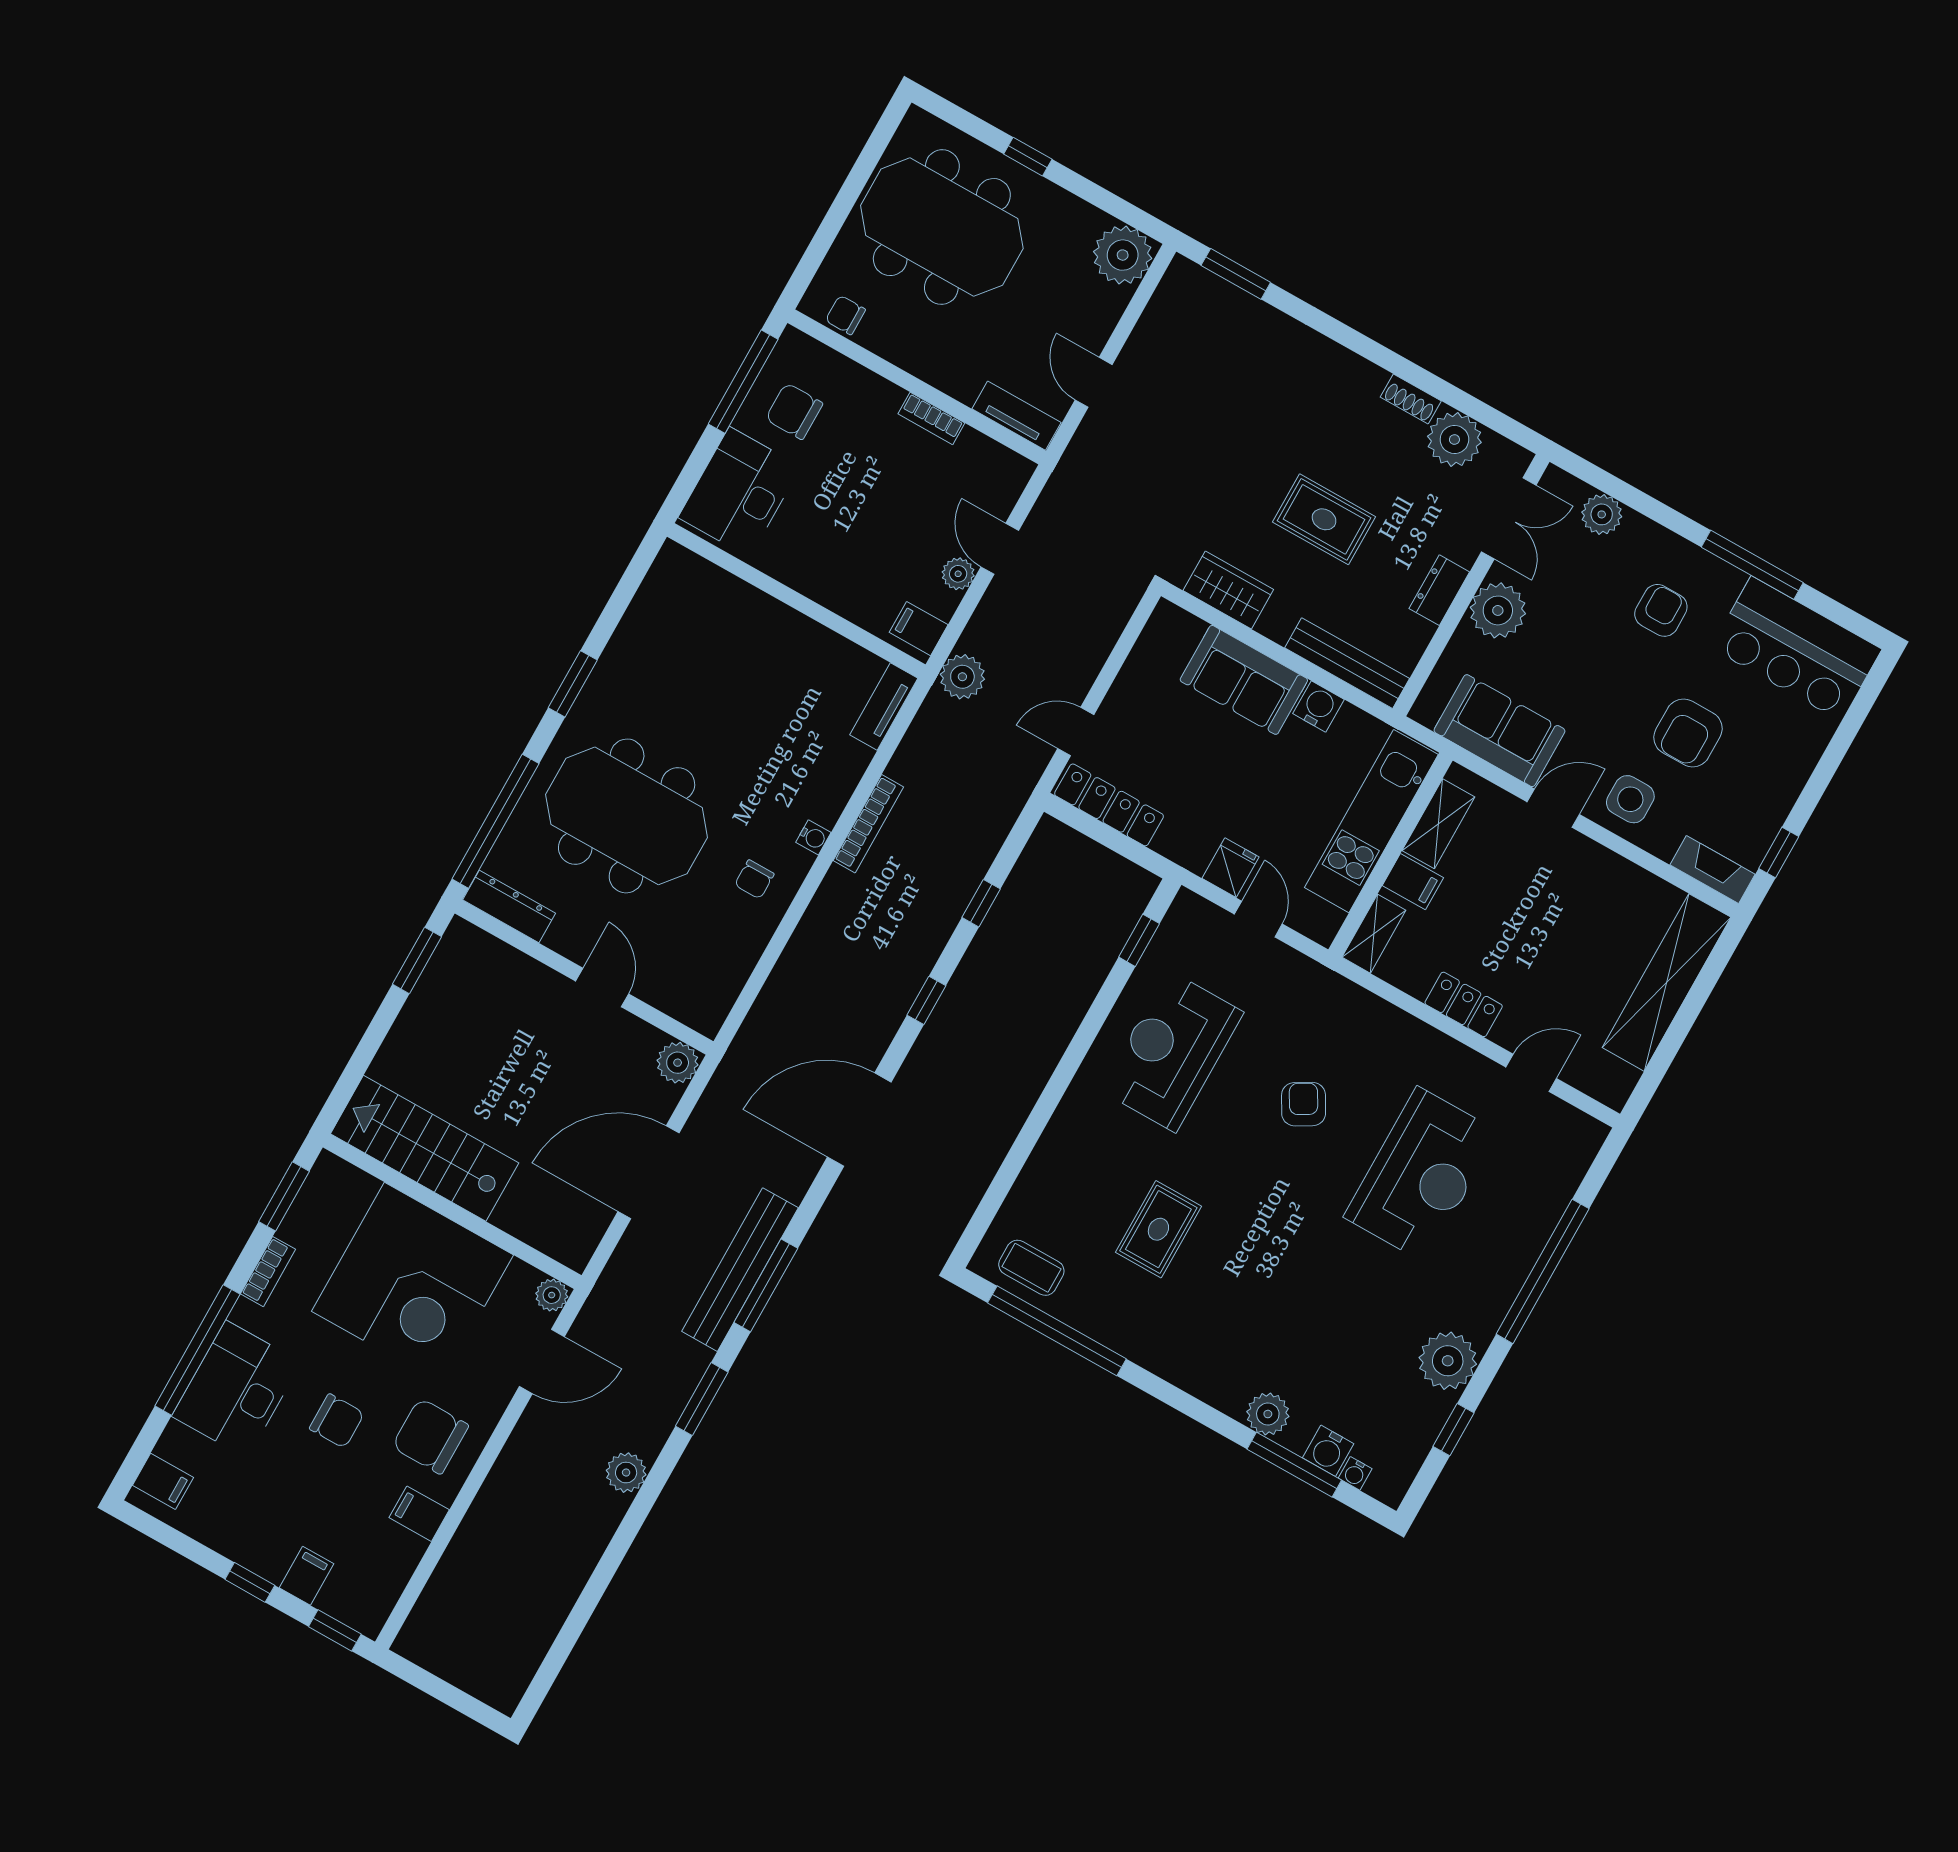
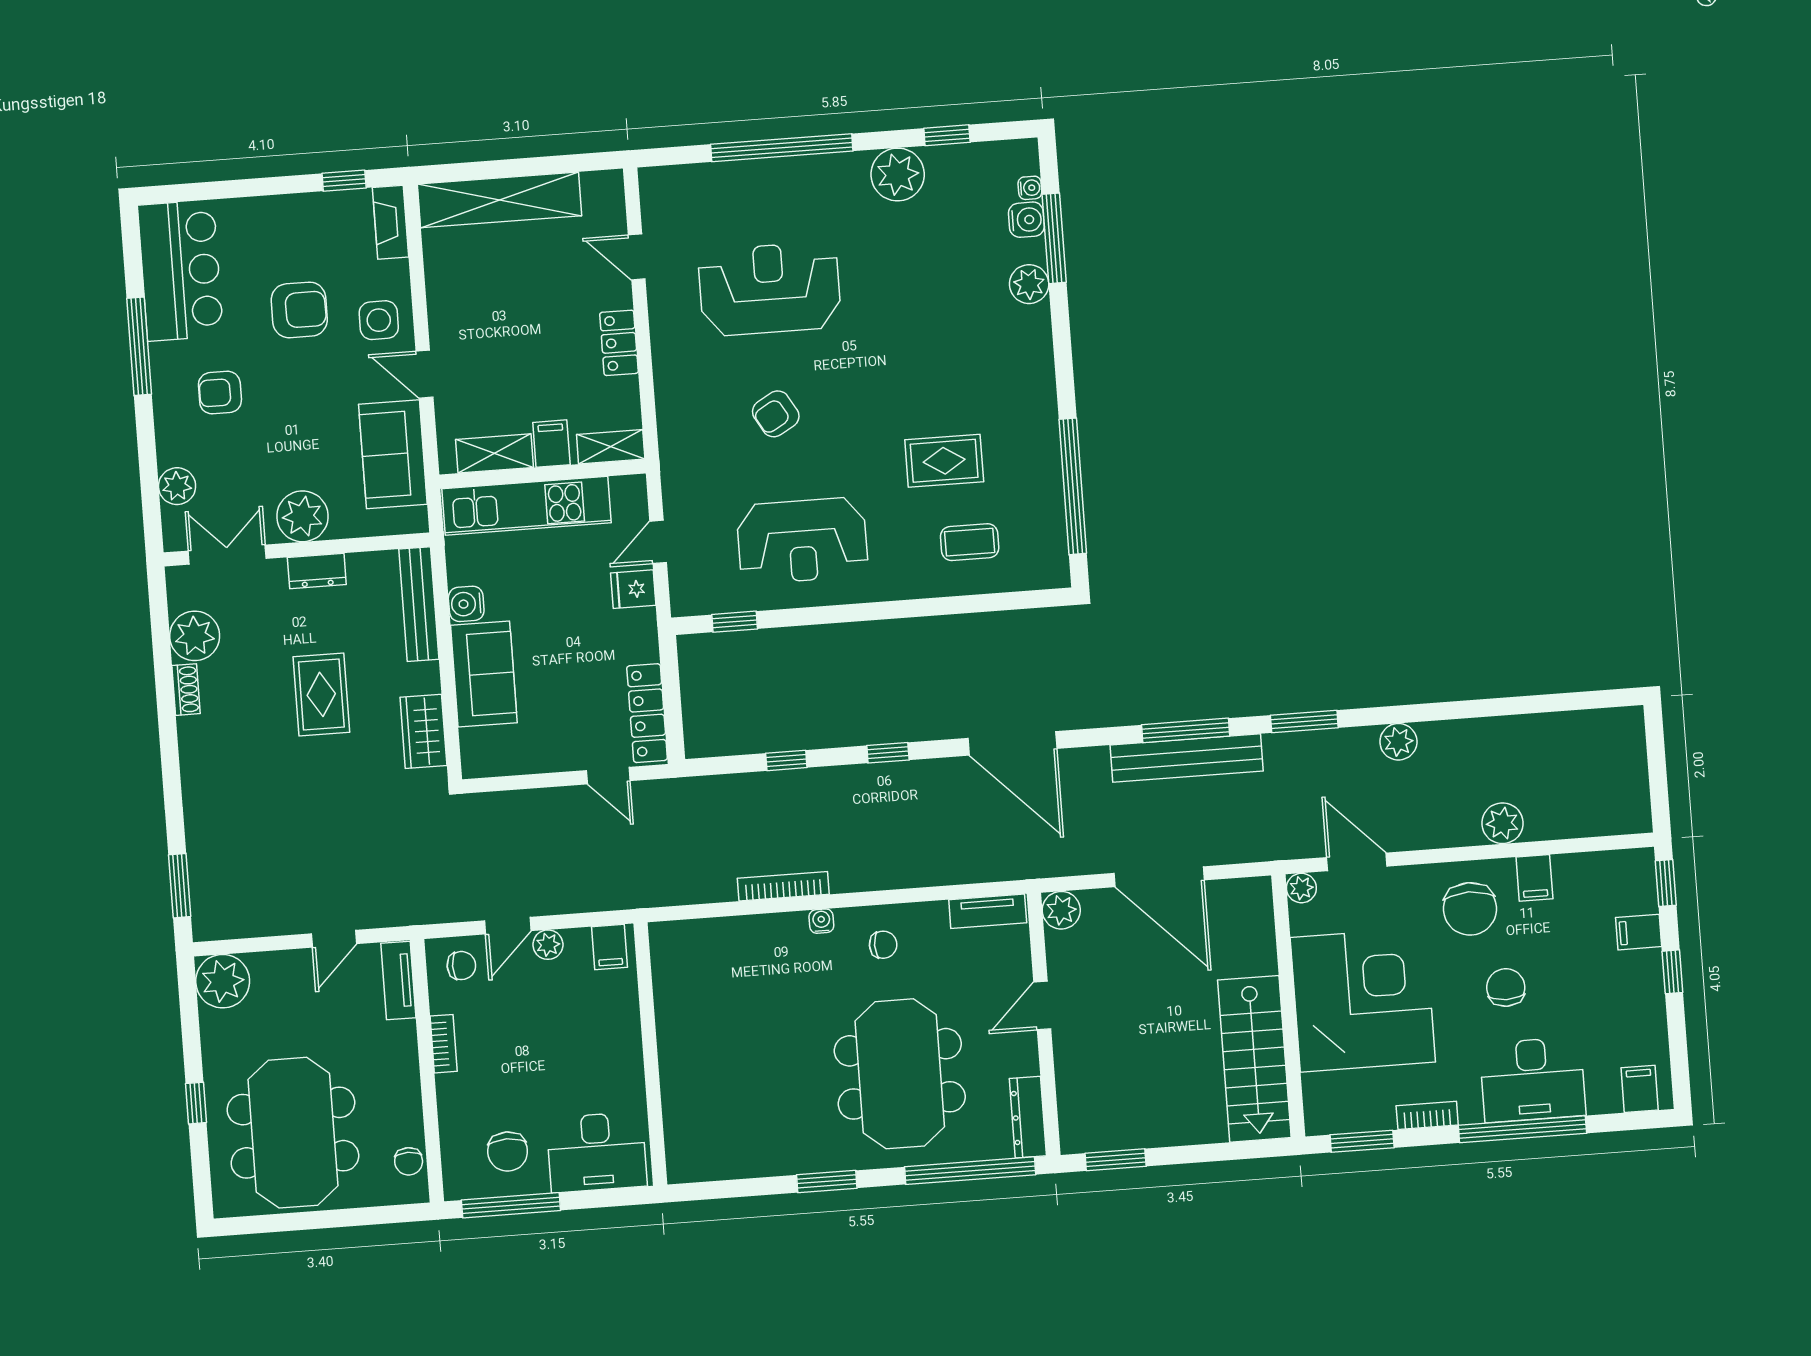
chair: (992, 482) -> (461, 966), added
plant: (962, 677) -> (1502, 823), moved
tv unit: (884, 707) -> (988, 911), moved
coffee table: (1031, 1268) -> (970, 542), moved, turned 90

